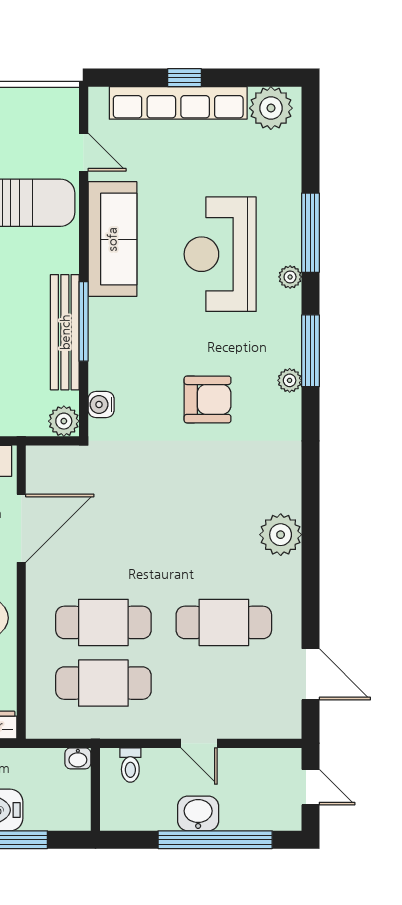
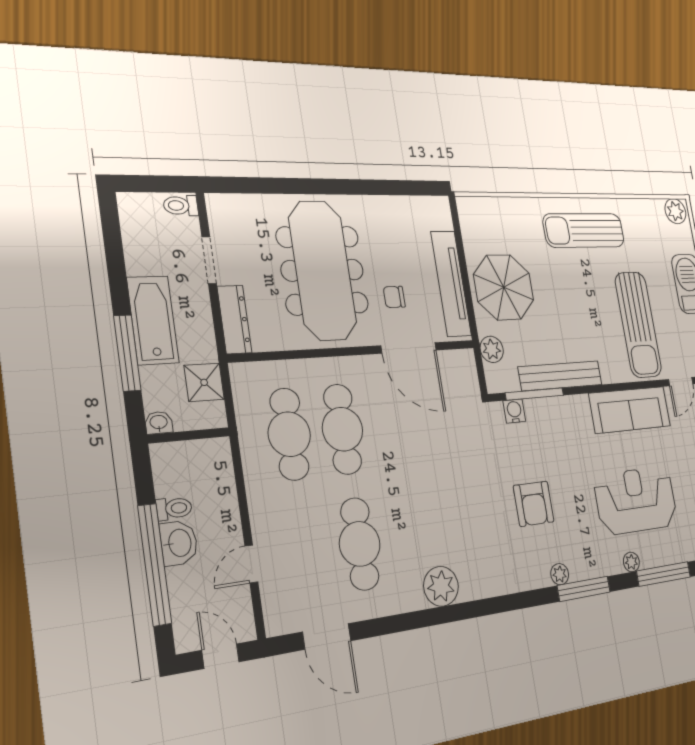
window: (84, 321) -> (535, 394), moved
plant: (64, 421) -> (492, 349), moved
door: (310, 674) -> (327, 636), hinge flipped
door: (199, 743) -> (251, 564), moved
washbasin: (78, 758) -> (159, 423), moved, turned 90
toilet: (130, 765) -> (174, 508), moved, turned 180
shower: (44, 766) -> (204, 382), added
door: (310, 787) -> (221, 656), swing flipped

